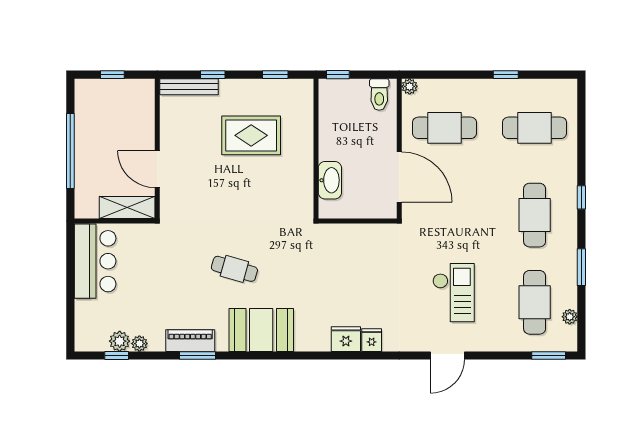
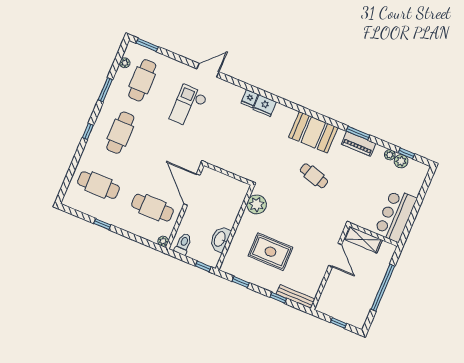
washbasin: (330, 180) -> (220, 239), moved
plant: (299, 194) -> (257, 204), added

